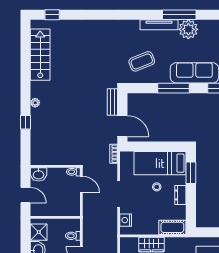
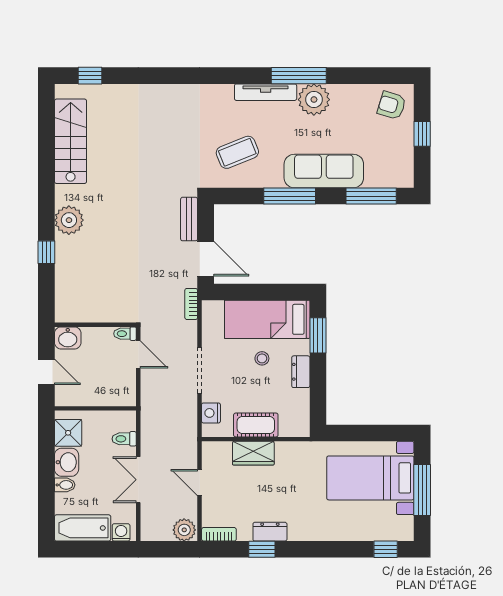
plant: (35, 103) -> (69, 220), width x1.88, depth x1.88
cot: (172, 227) -> (256, 425), moved

